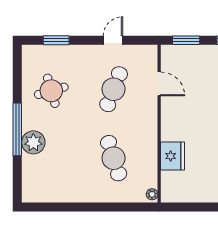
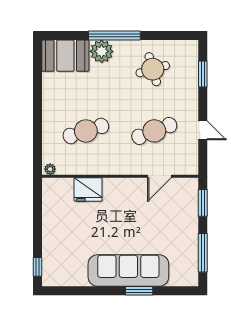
cafe table: (114, 89) -> (154, 131), turned -42
booth: (38, 179) -> (65, 56), added

